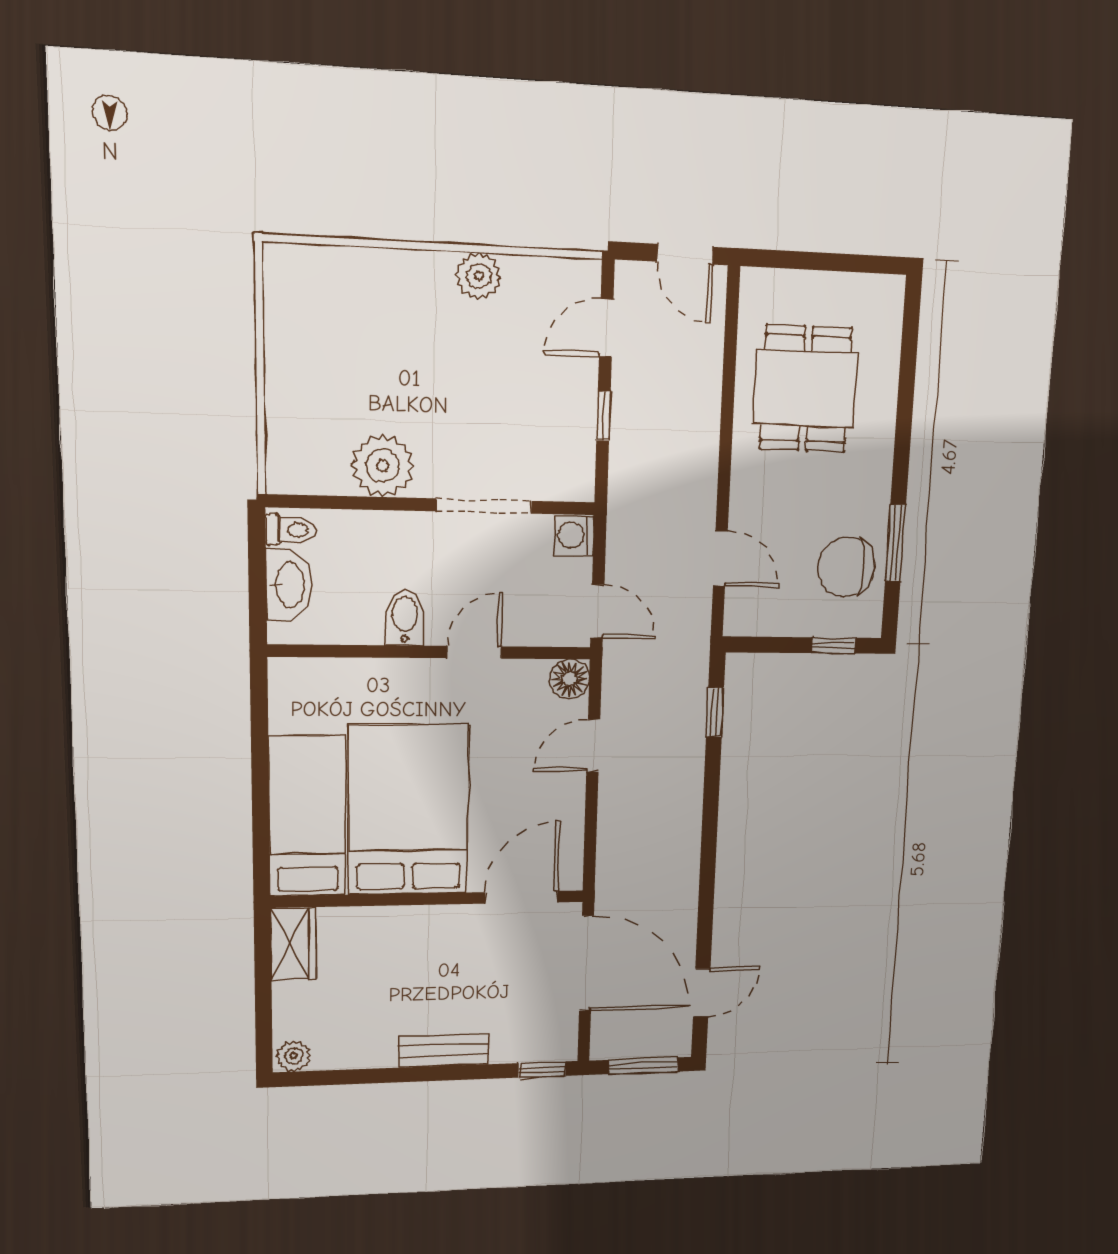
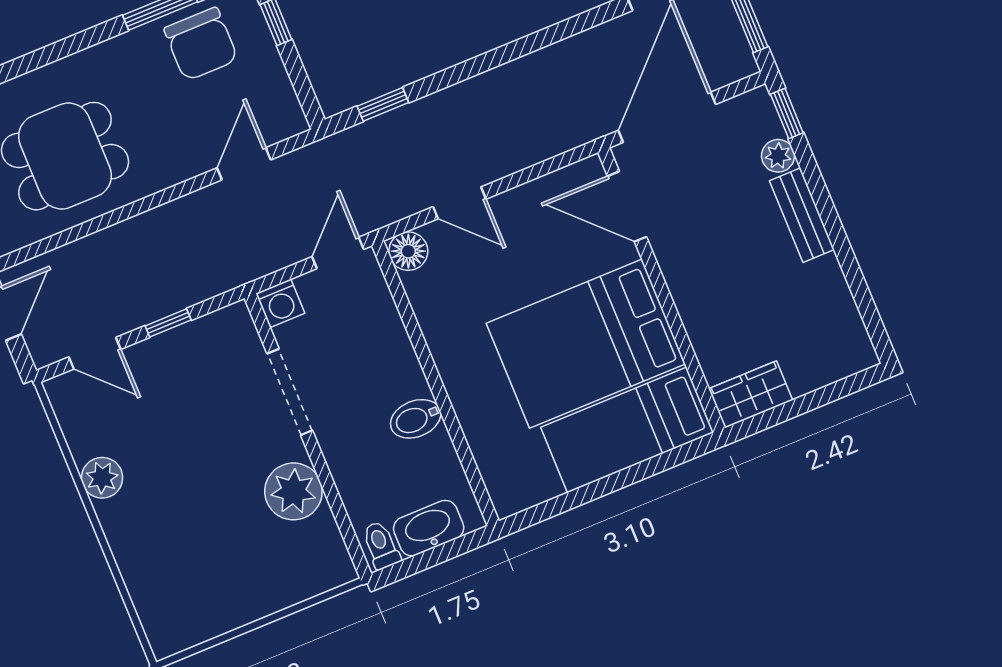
door: (474, 652) -> (420, 346), removed
plant: (294, 1056) -> (778, 156), moved

